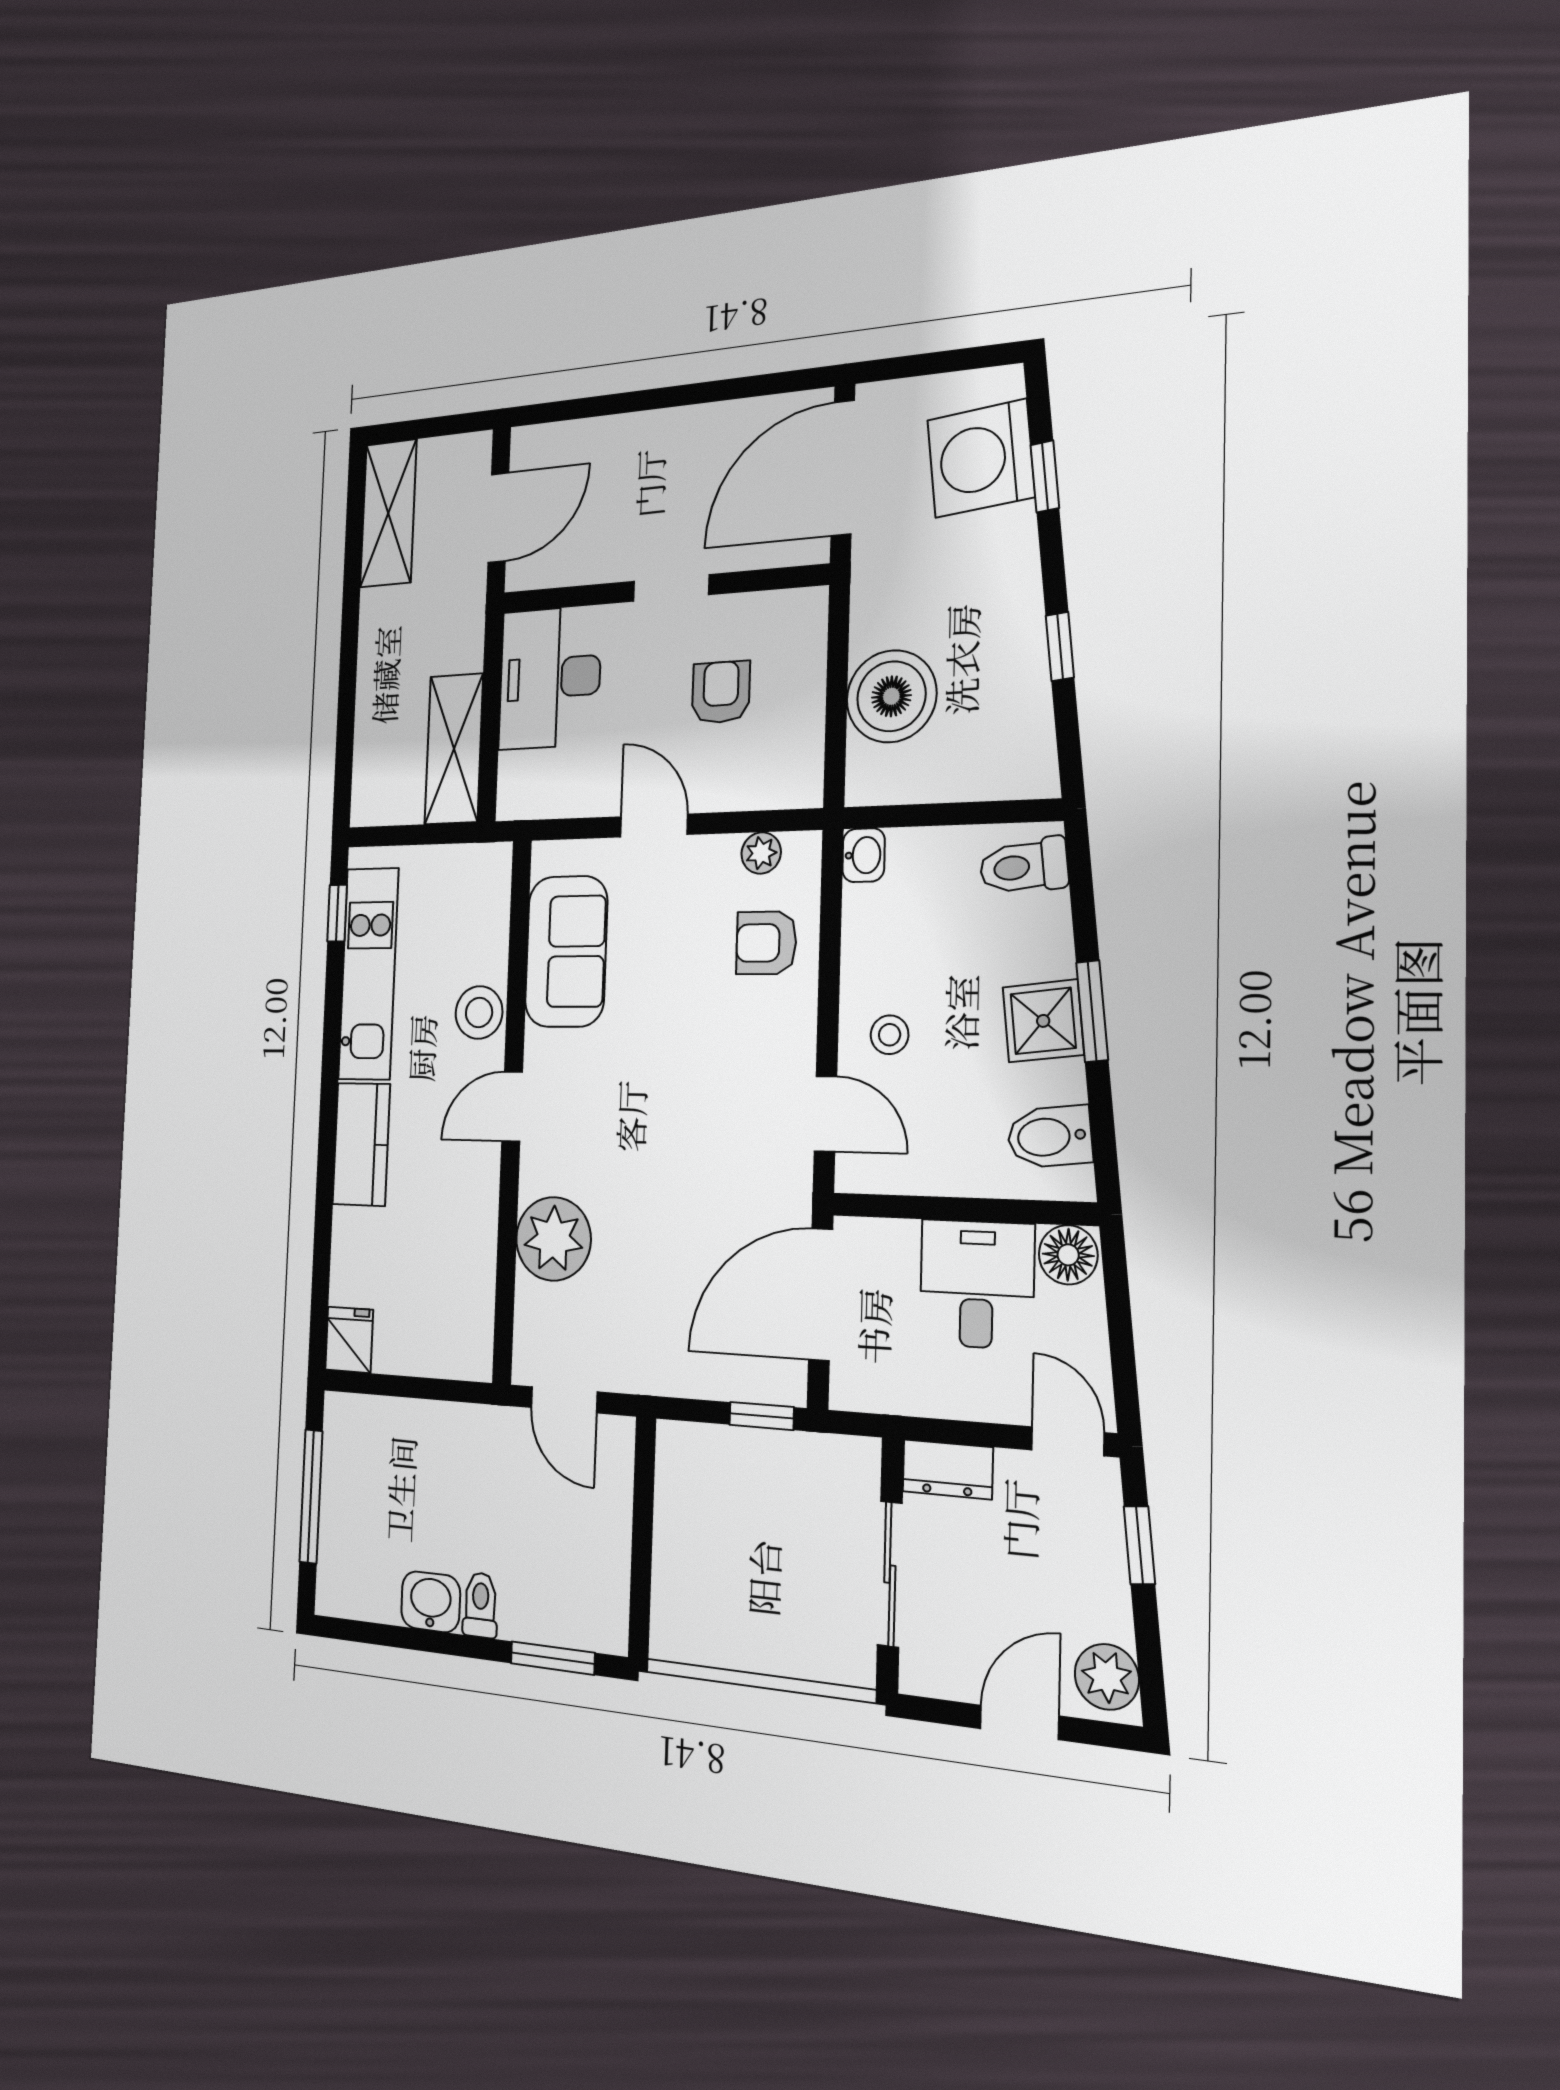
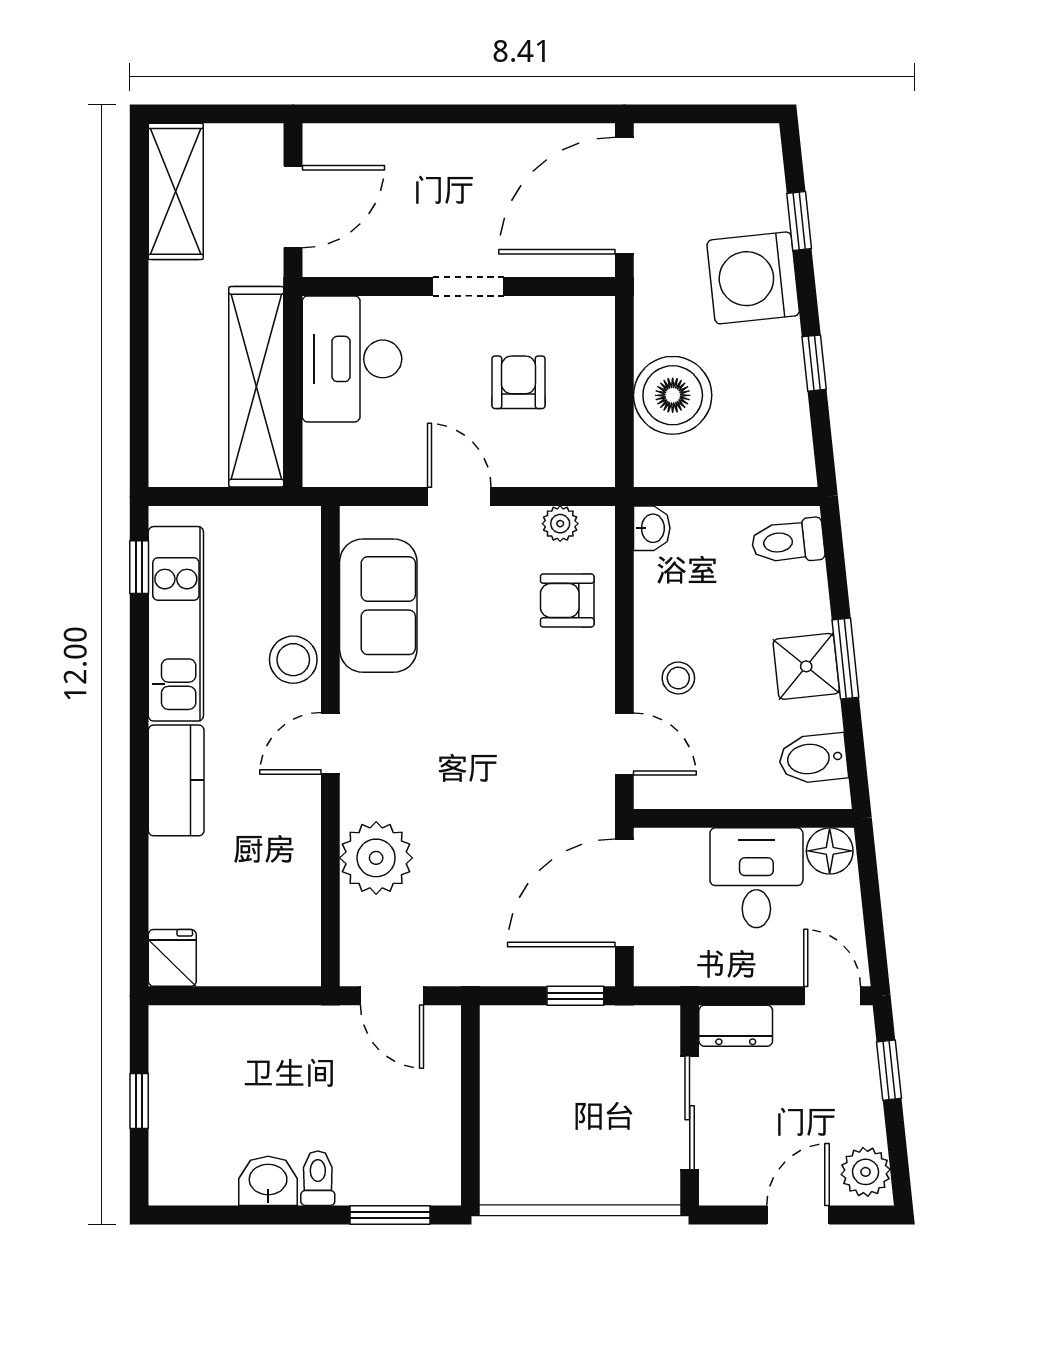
washing machine: (981, 458) -> (753, 278), moved
shelving: (454, 749) -> (256, 387), width x1.47
window: (311, 1496) -> (139, 1101), width x0.46

